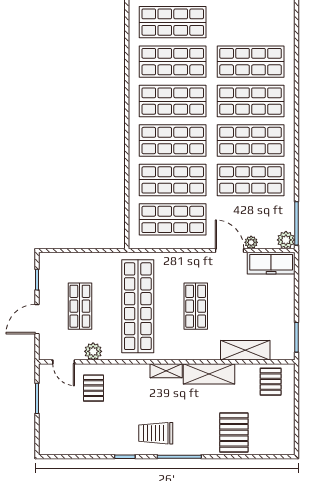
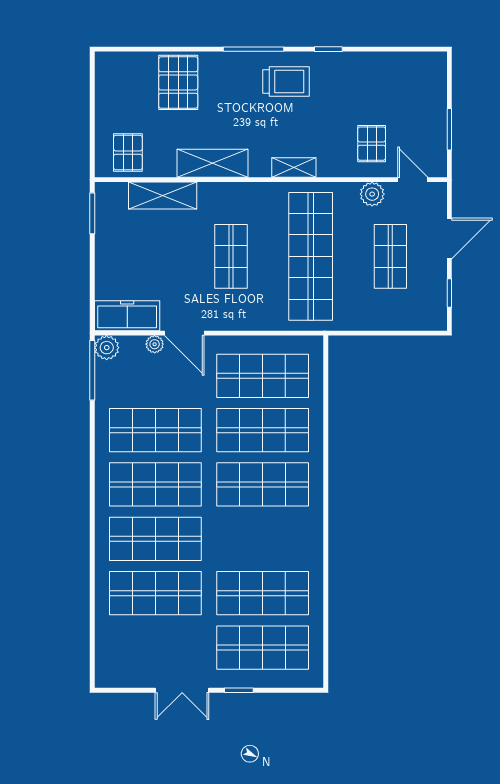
shop shelf: (173, 101) -> (263, 539), removed
shelving: (166, 371) -> (294, 168), moved

